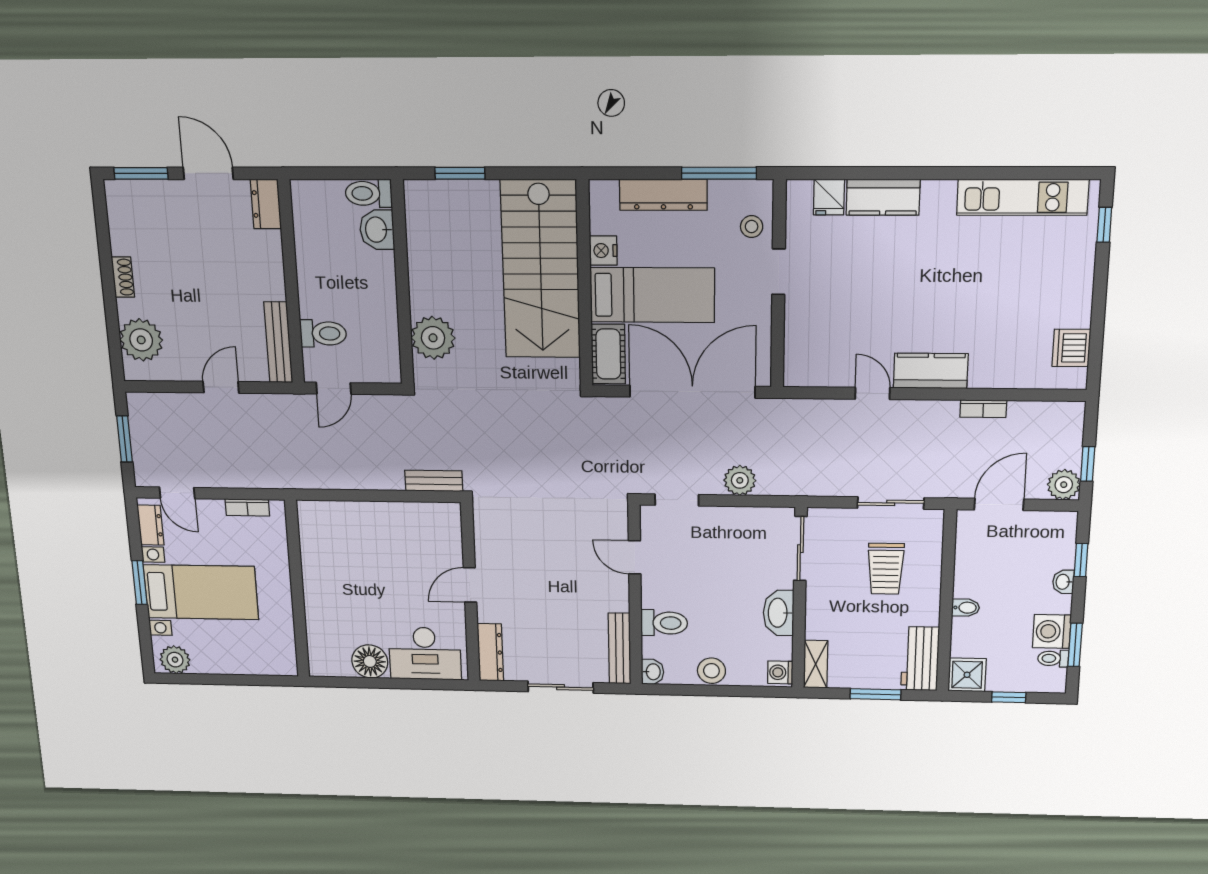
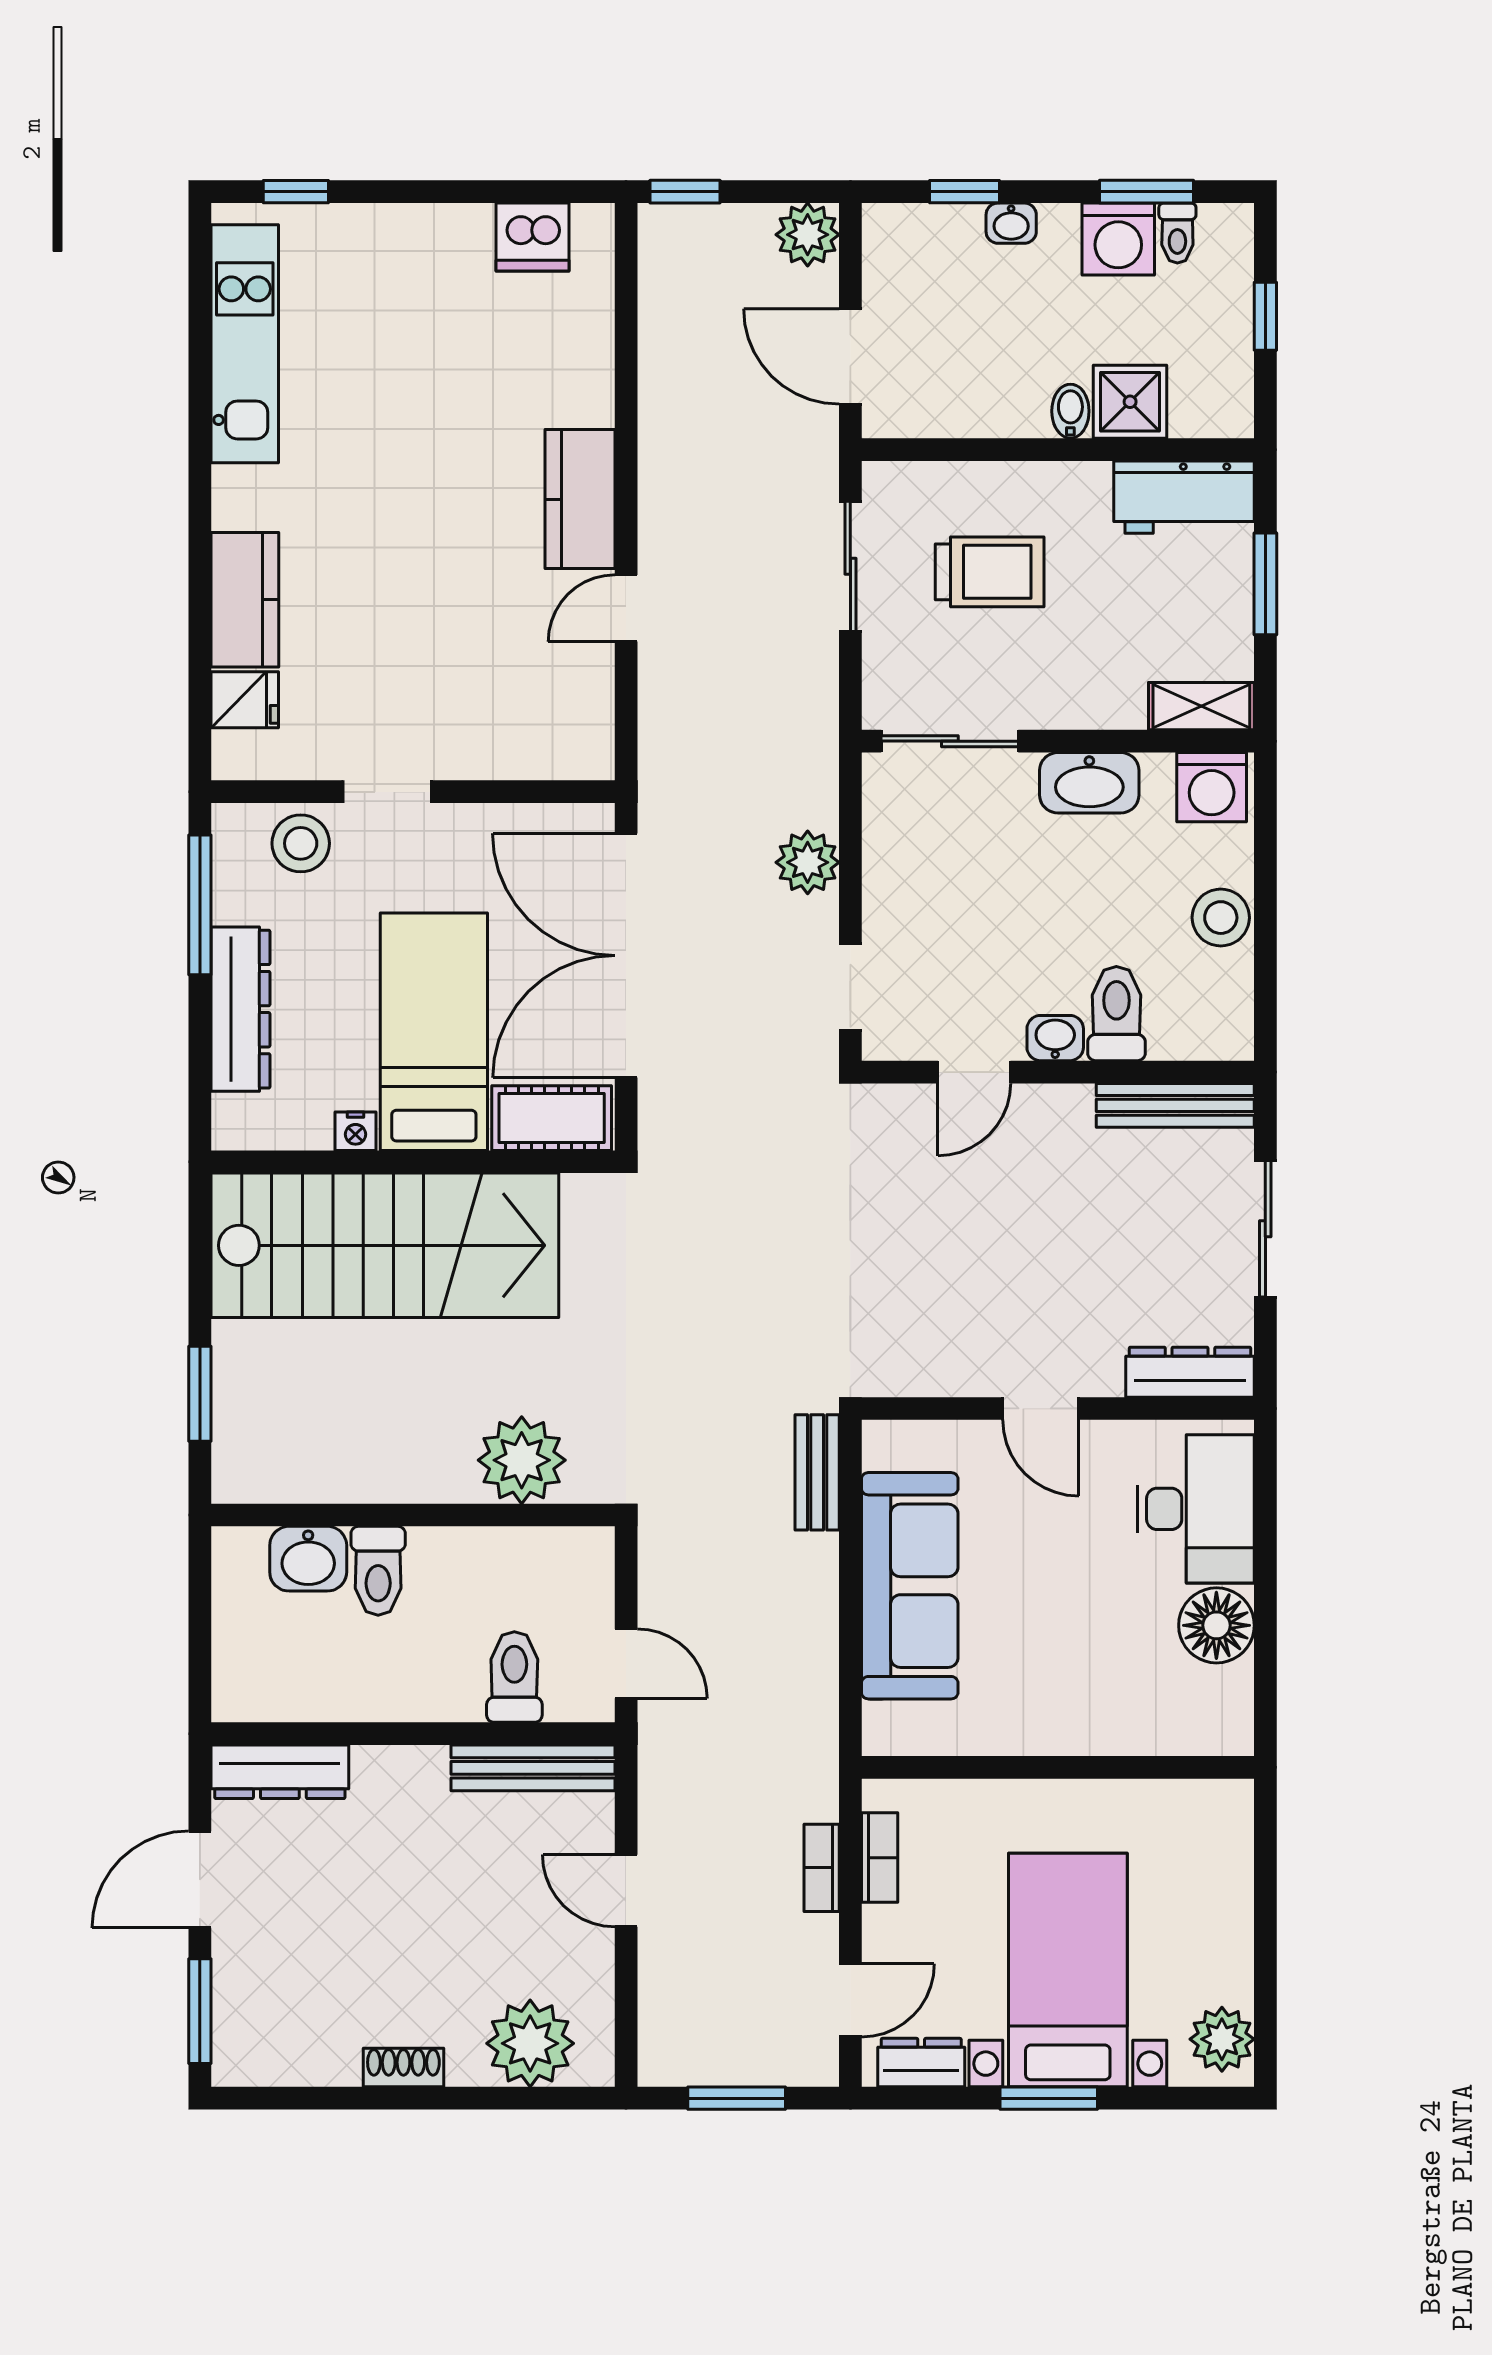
toilet: (369, 193) -> (378, 1571), moved
dresser: (266, 204) -> (280, 1772), width x1.44
stool: (752, 227) -> (301, 843), width x1.37, depth x1.37
nightstand: (603, 251) -> (356, 1131), width x0.72, depth x0.74
bookcase: (983, 409) -> (822, 1868), moved, turned 180
window: (1088, 464) -> (685, 192), moved
sofa: (380, 523) -> (910, 1586), added
washbasin: (653, 672) -> (1055, 1038), moved
washing machine: (780, 672) -> (1212, 787), width x1.38, depth x1.38
shower: (967, 675) -> (1130, 402), moved

